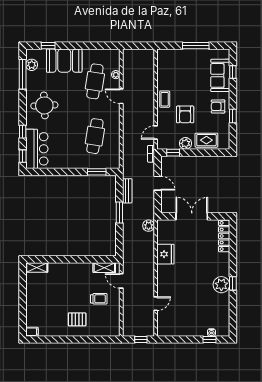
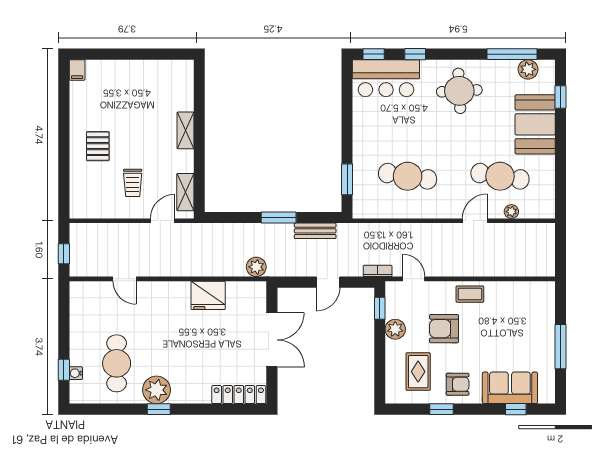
armchair: (218, 106) -> (458, 384), turned 90
rug: (206, 140) -> (418, 372), moved
shelving: (37, 268) -> (186, 130), moved
cafe table: (206, 308) -> (117, 363), added

